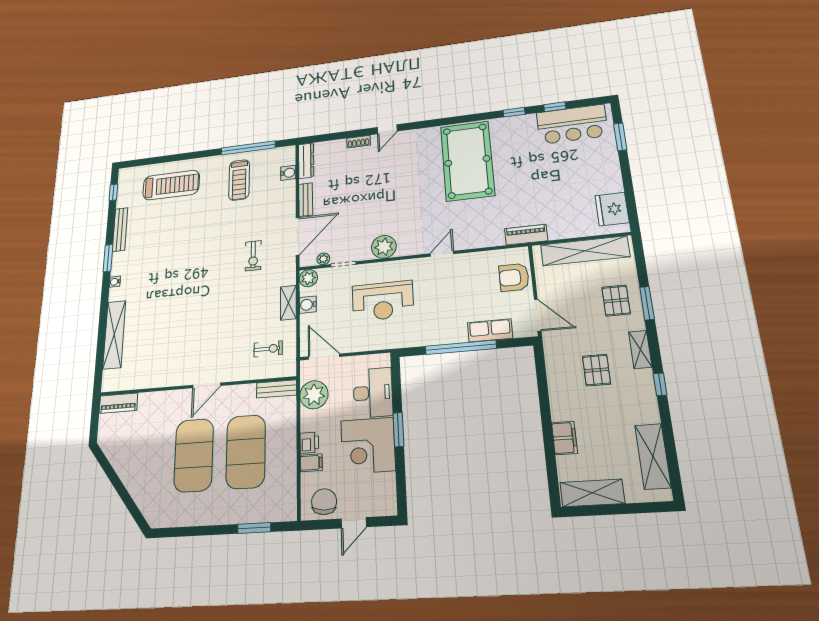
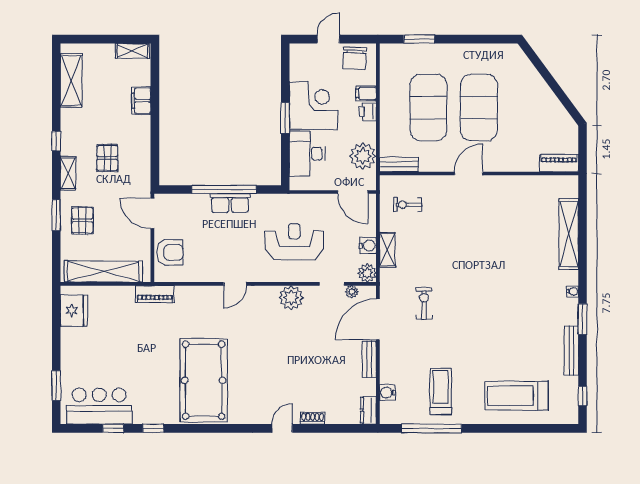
dresser: (306, 161) -> (368, 410), width x0.70
row of seats: (490, 330) -> (230, 203), moved
shelving: (592, 493) -> (132, 51), width x0.67, depth x0.75

